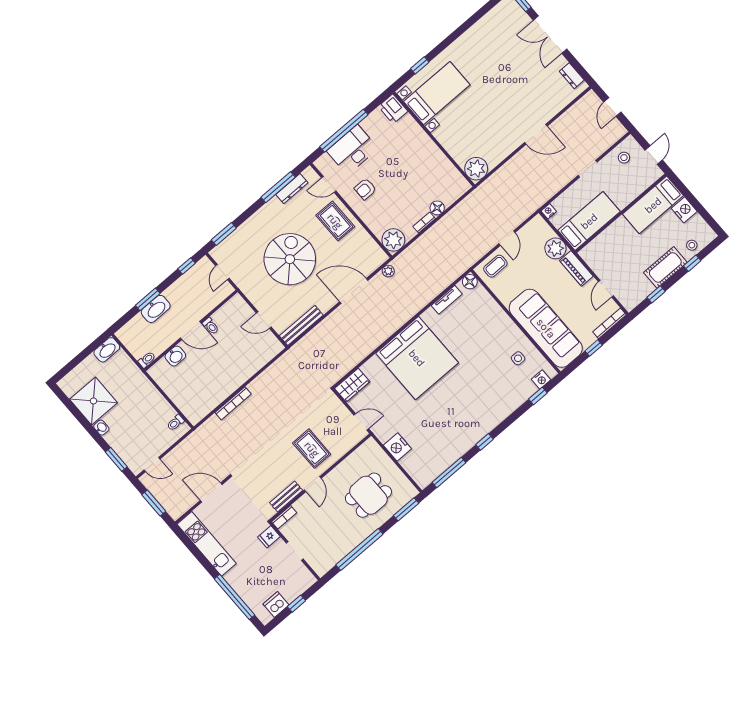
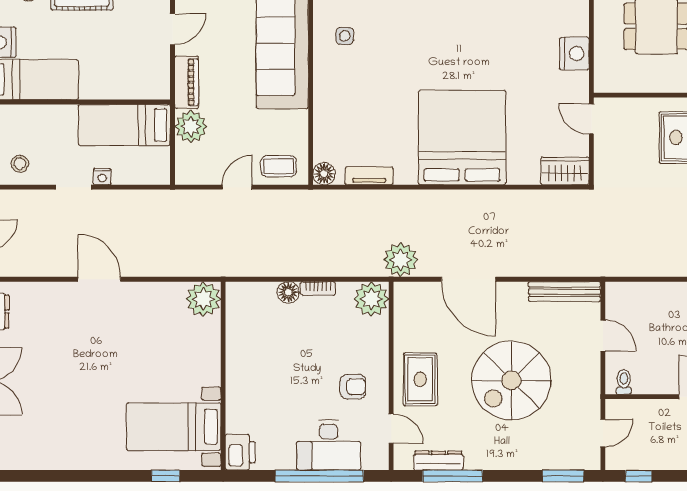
nightstand: (549, 211) -> (102, 177), moved
plant: (388, 271) -> (401, 260), width x1.87, depth x1.87
toilet: (211, 326) -> (624, 382), moved

